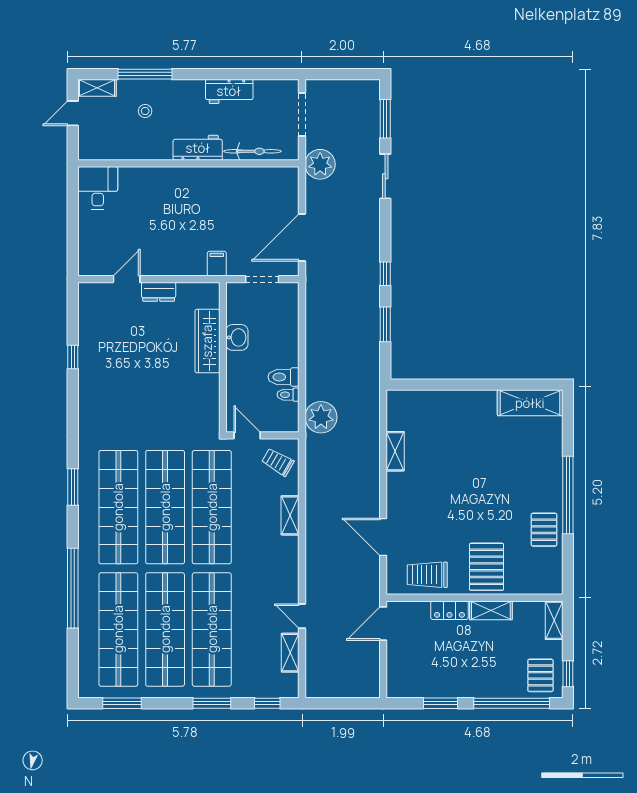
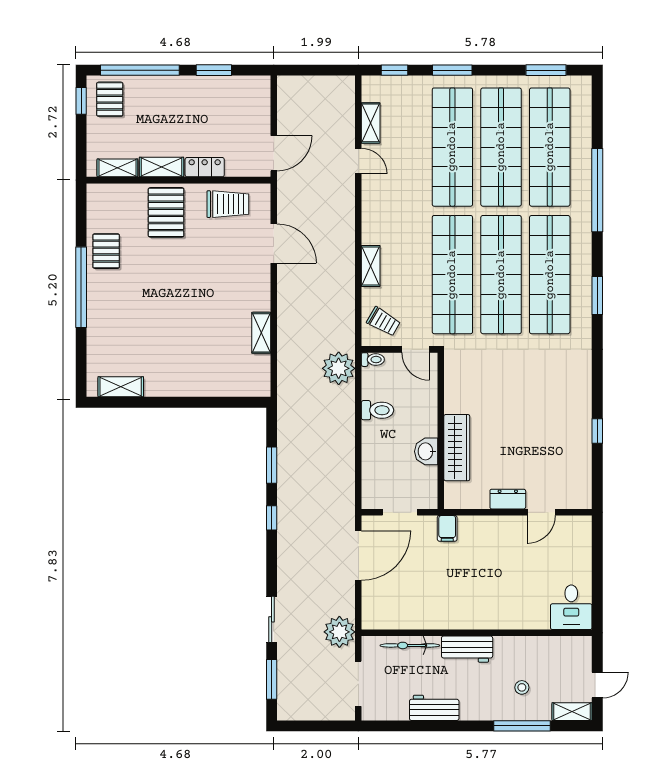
toilet: (288, 395) -> (373, 360), moved
shelving: (530, 403) -> (121, 387), width x0.67, depth x0.75
shelving: (554, 620) -> (117, 168), moved, turned 90

